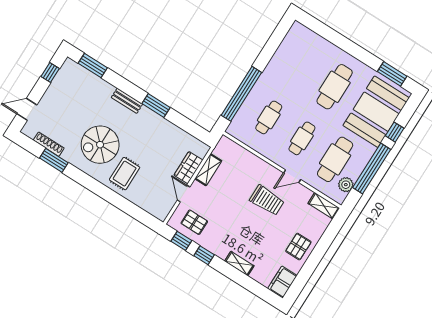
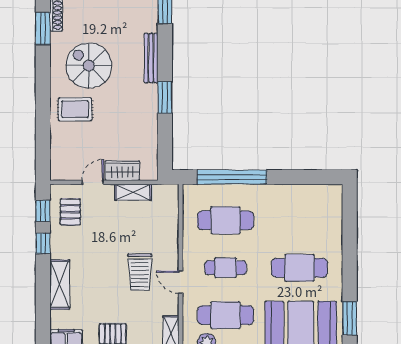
bench: (127, 101) -> (151, 58), width x1.36
cafe table: (269, 117) -> (226, 220), width x1.37, depth x1.35
shelving: (239, 263) -> (60, 285), width x1.50, depth x1.33

